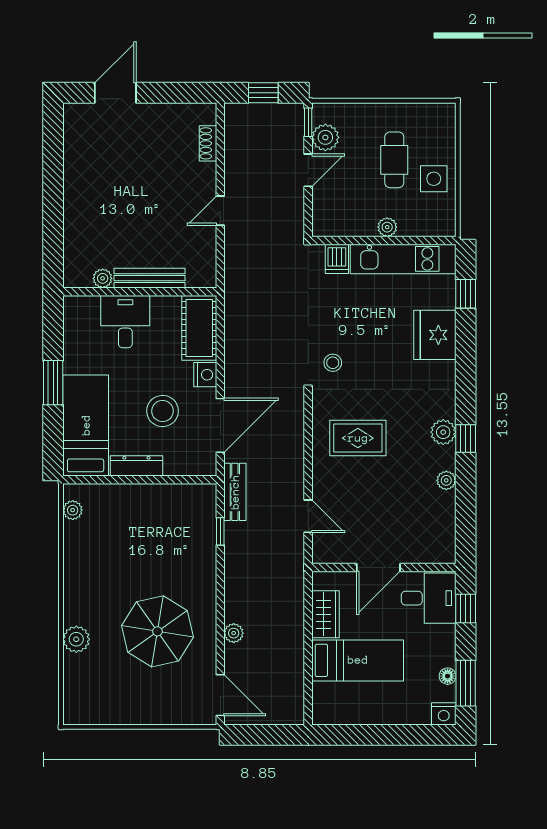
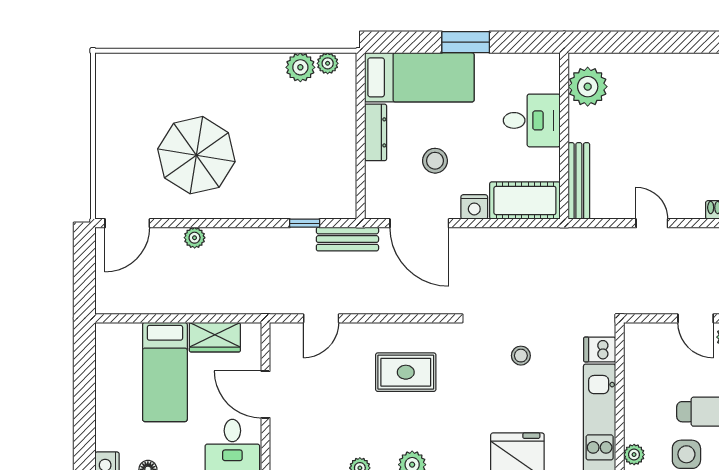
plant: (387, 227) -> (634, 455), moved
plant: (103, 278) -> (588, 87), width x1.88, depth x1.88
bench: (149, 278) -> (579, 181), moved
stool: (333, 363) -> (521, 356), moved
stool: (163, 411) -> (435, 161), width x0.73, depth x0.73
rug: (358, 438) -> (406, 372), turned 90
plant: (76, 639) -> (300, 67), moved

